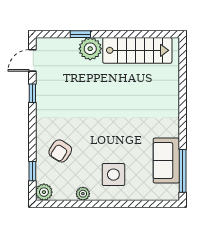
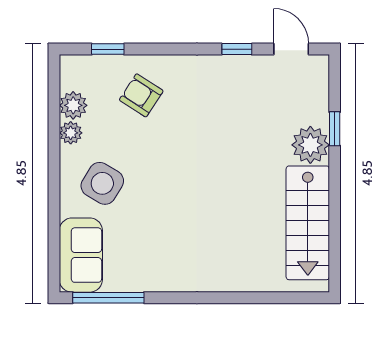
sofa: (166, 161) -> (81, 255), moved, turned 90
side table: (113, 175) -> (102, 183), turned 31
plant: (44, 192) -> (73, 105), moved

